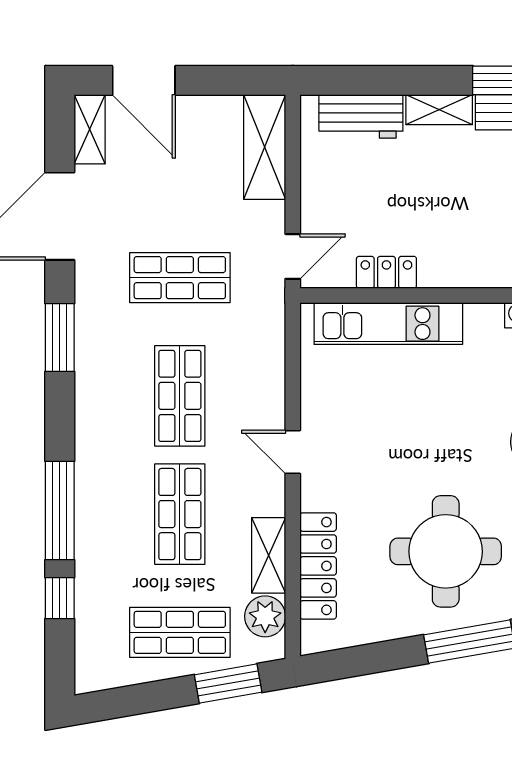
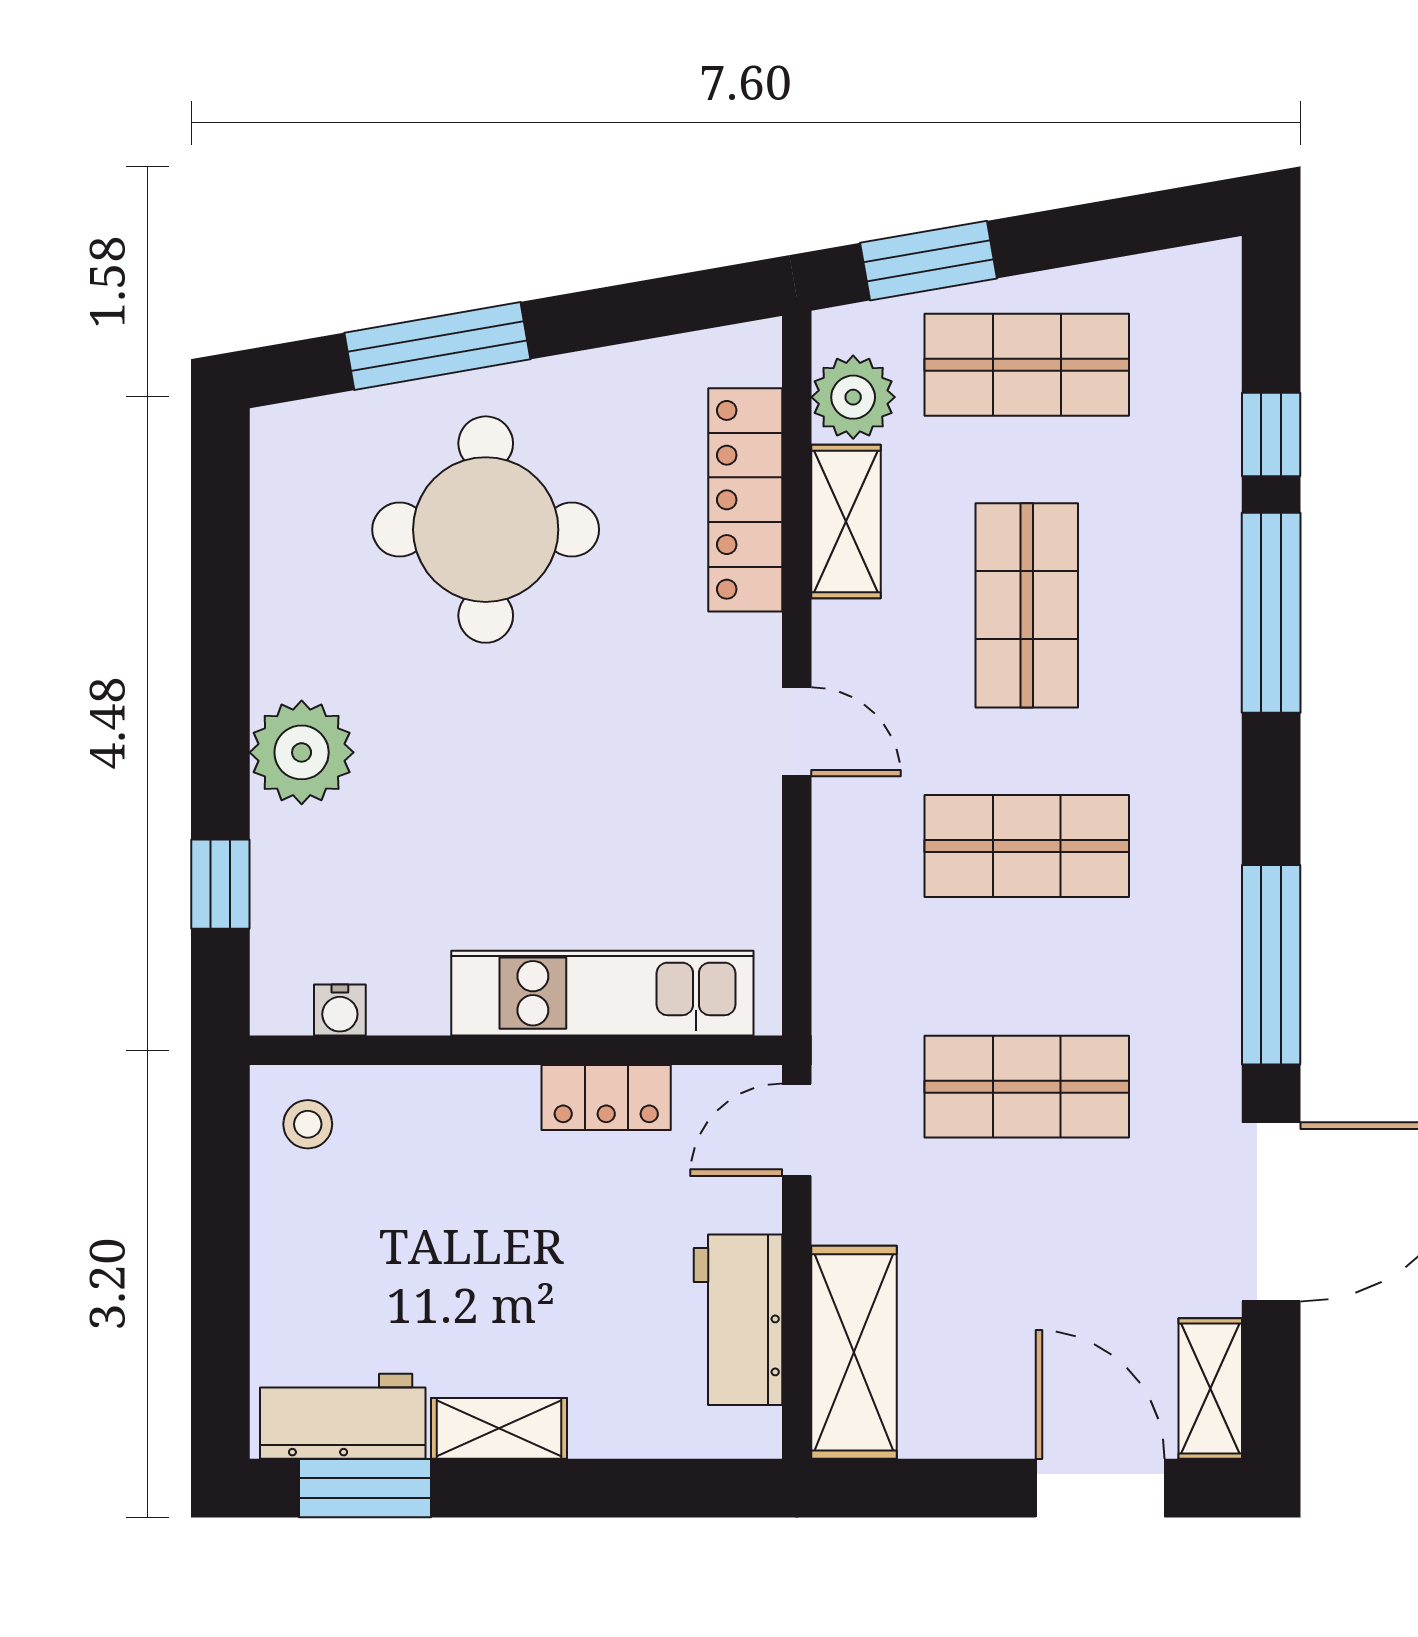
workbench: (361, 116) -> (738, 1320), moved, turned -90
window: (60, 338) -> (1271, 965), width x1.44
shop shelf: (180, 396) -> (1027, 846), turned 90

